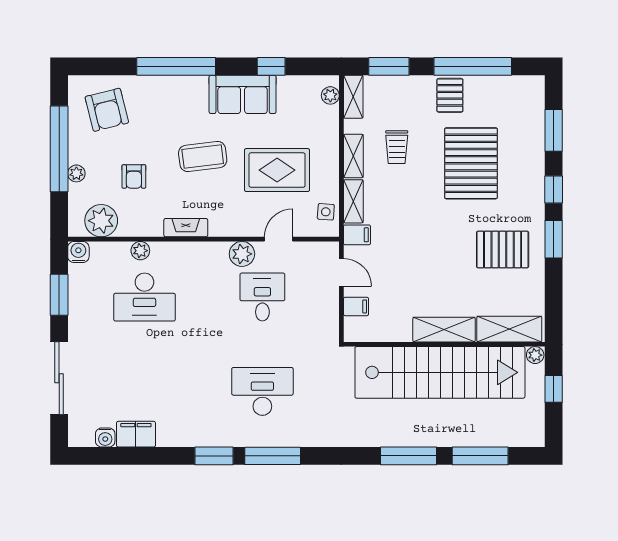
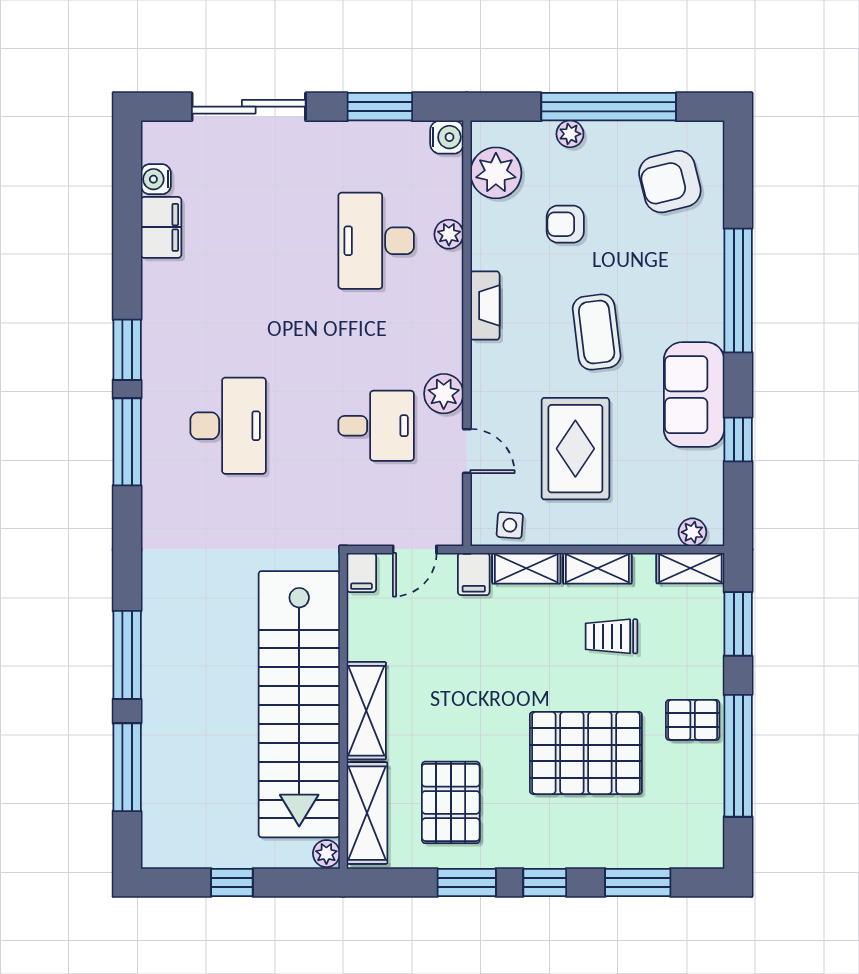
shelving: (509, 329) -> (367, 813), moved
shelving: (444, 330) -> (366, 711), moved
wall: (444, 344) -> (343, 711), moved
plant: (535, 355) -> (326, 854), moved
stairs: (440, 372) -> (299, 704), moved

